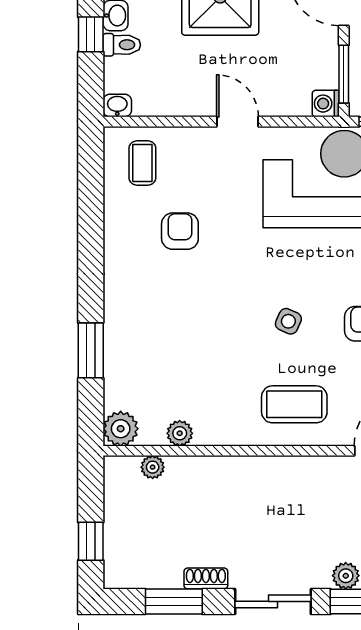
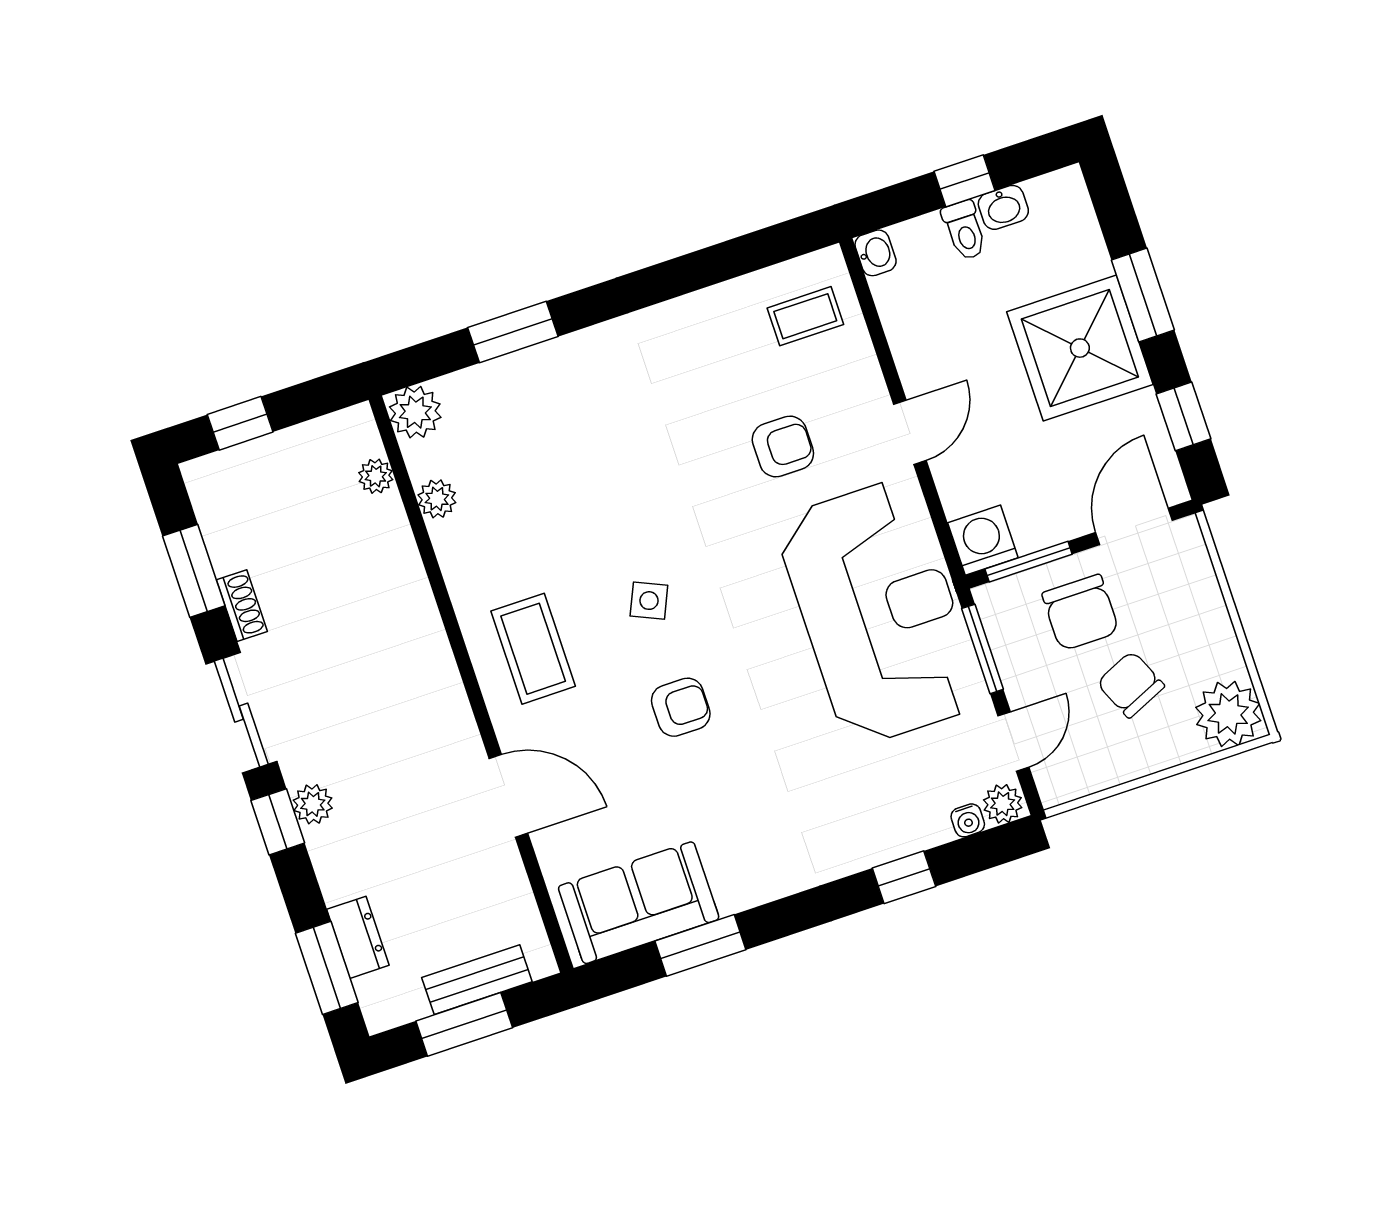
washing machine: (326, 104) -> (983, 540), width x1.38, depth x1.38
armchair: (180, 231) -> (783, 447), moved

